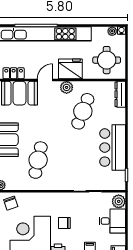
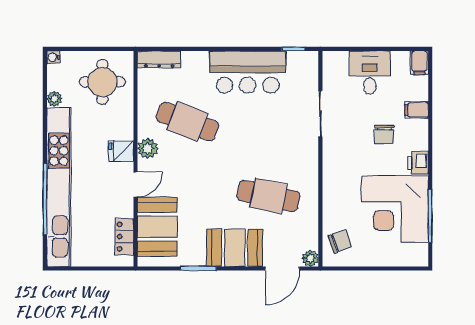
plant: (112, 31) -> (54, 99), moved
fridge: (70, 69) -> (121, 151), width x0.53, depth x0.75
door: (45, 80) -> (135, 184), swing flipped
plant: (119, 201) -> (337, 62), removed
chair: (64, 223) -> (384, 135), moved

